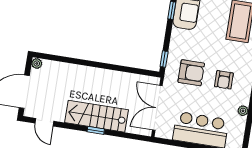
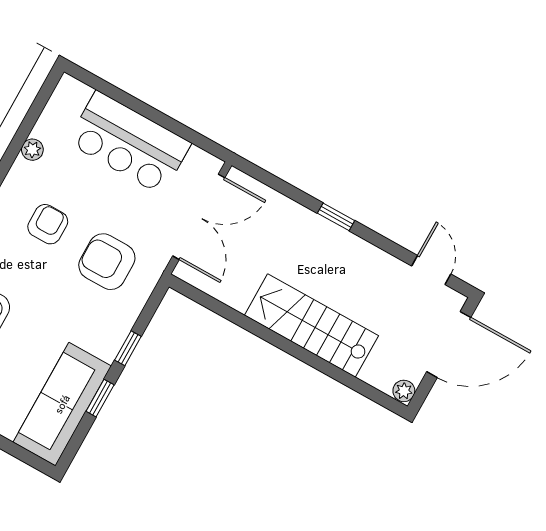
window: (164, 59) -> (128, 348), moved
stairs: (96, 116) -> (311, 326), moved, turned 180

